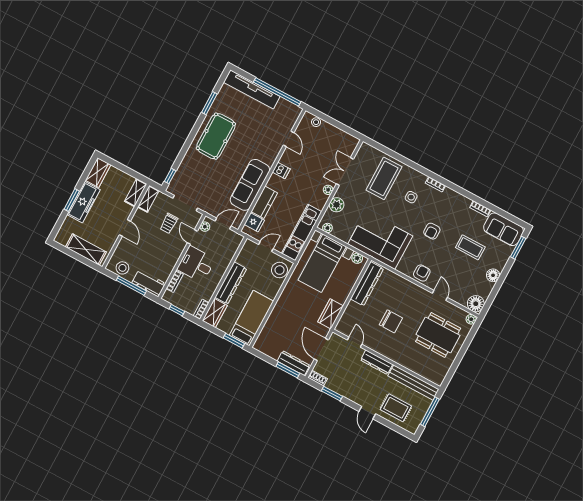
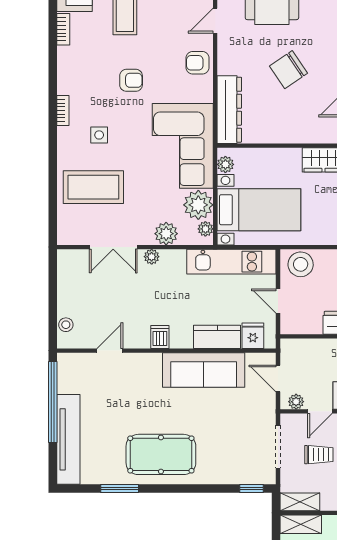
plant: (343, 231) -> (198, 205), added
dresser: (367, 284) -> (229, 110), moved, turned 90
chair: (391, 321) -> (288, 70), turned -124

